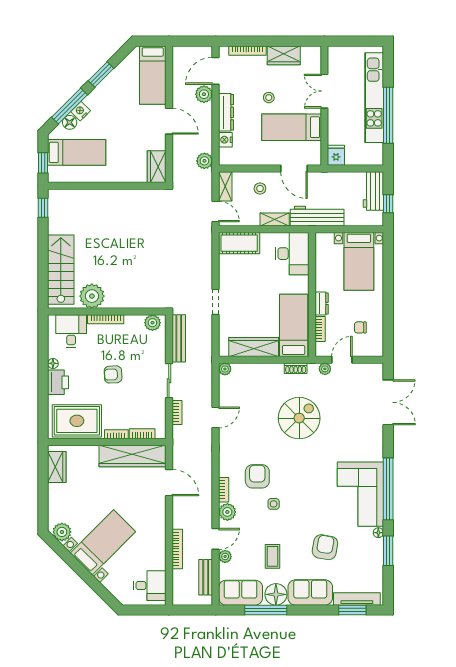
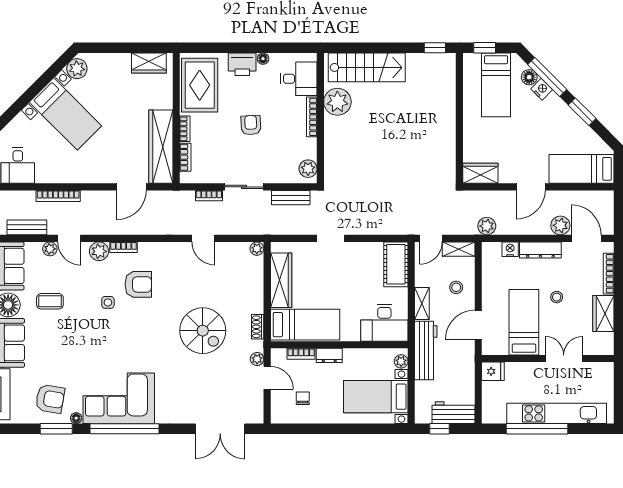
plant: (327, 238) -> (401, 361), added
bench: (179, 338) -> (291, 198), width x0.73
armchair: (325, 547) -> (50, 399), moved

